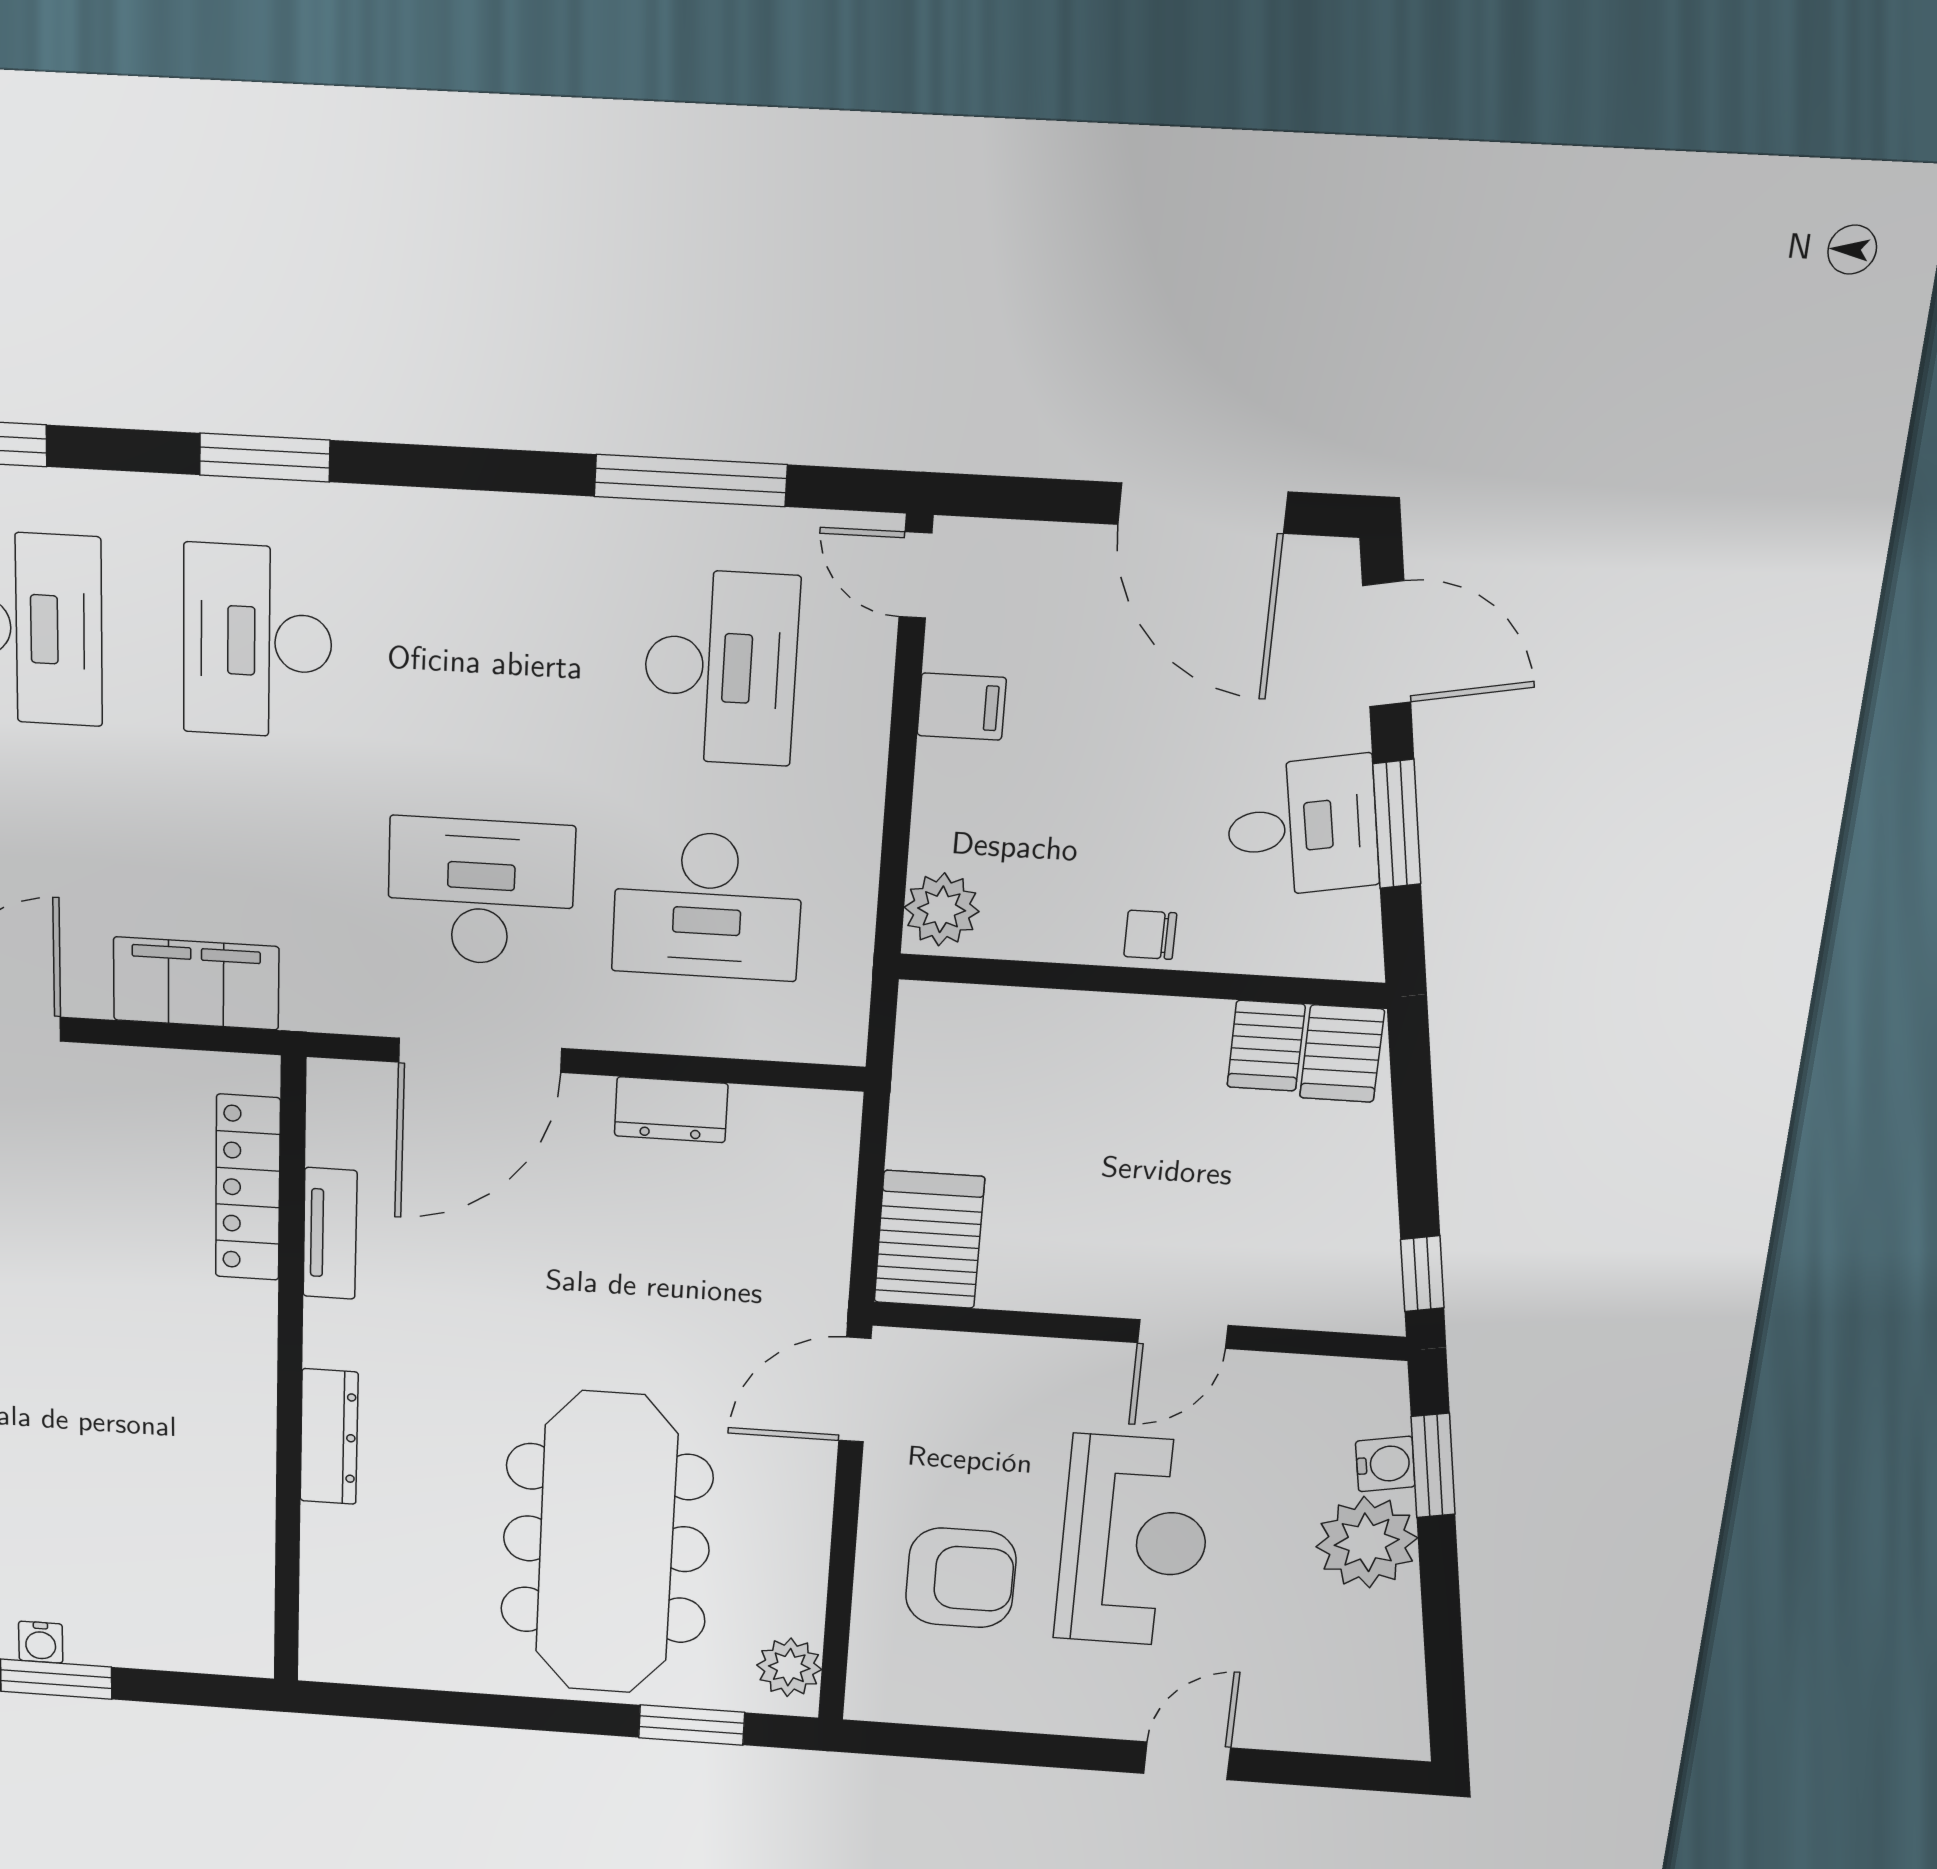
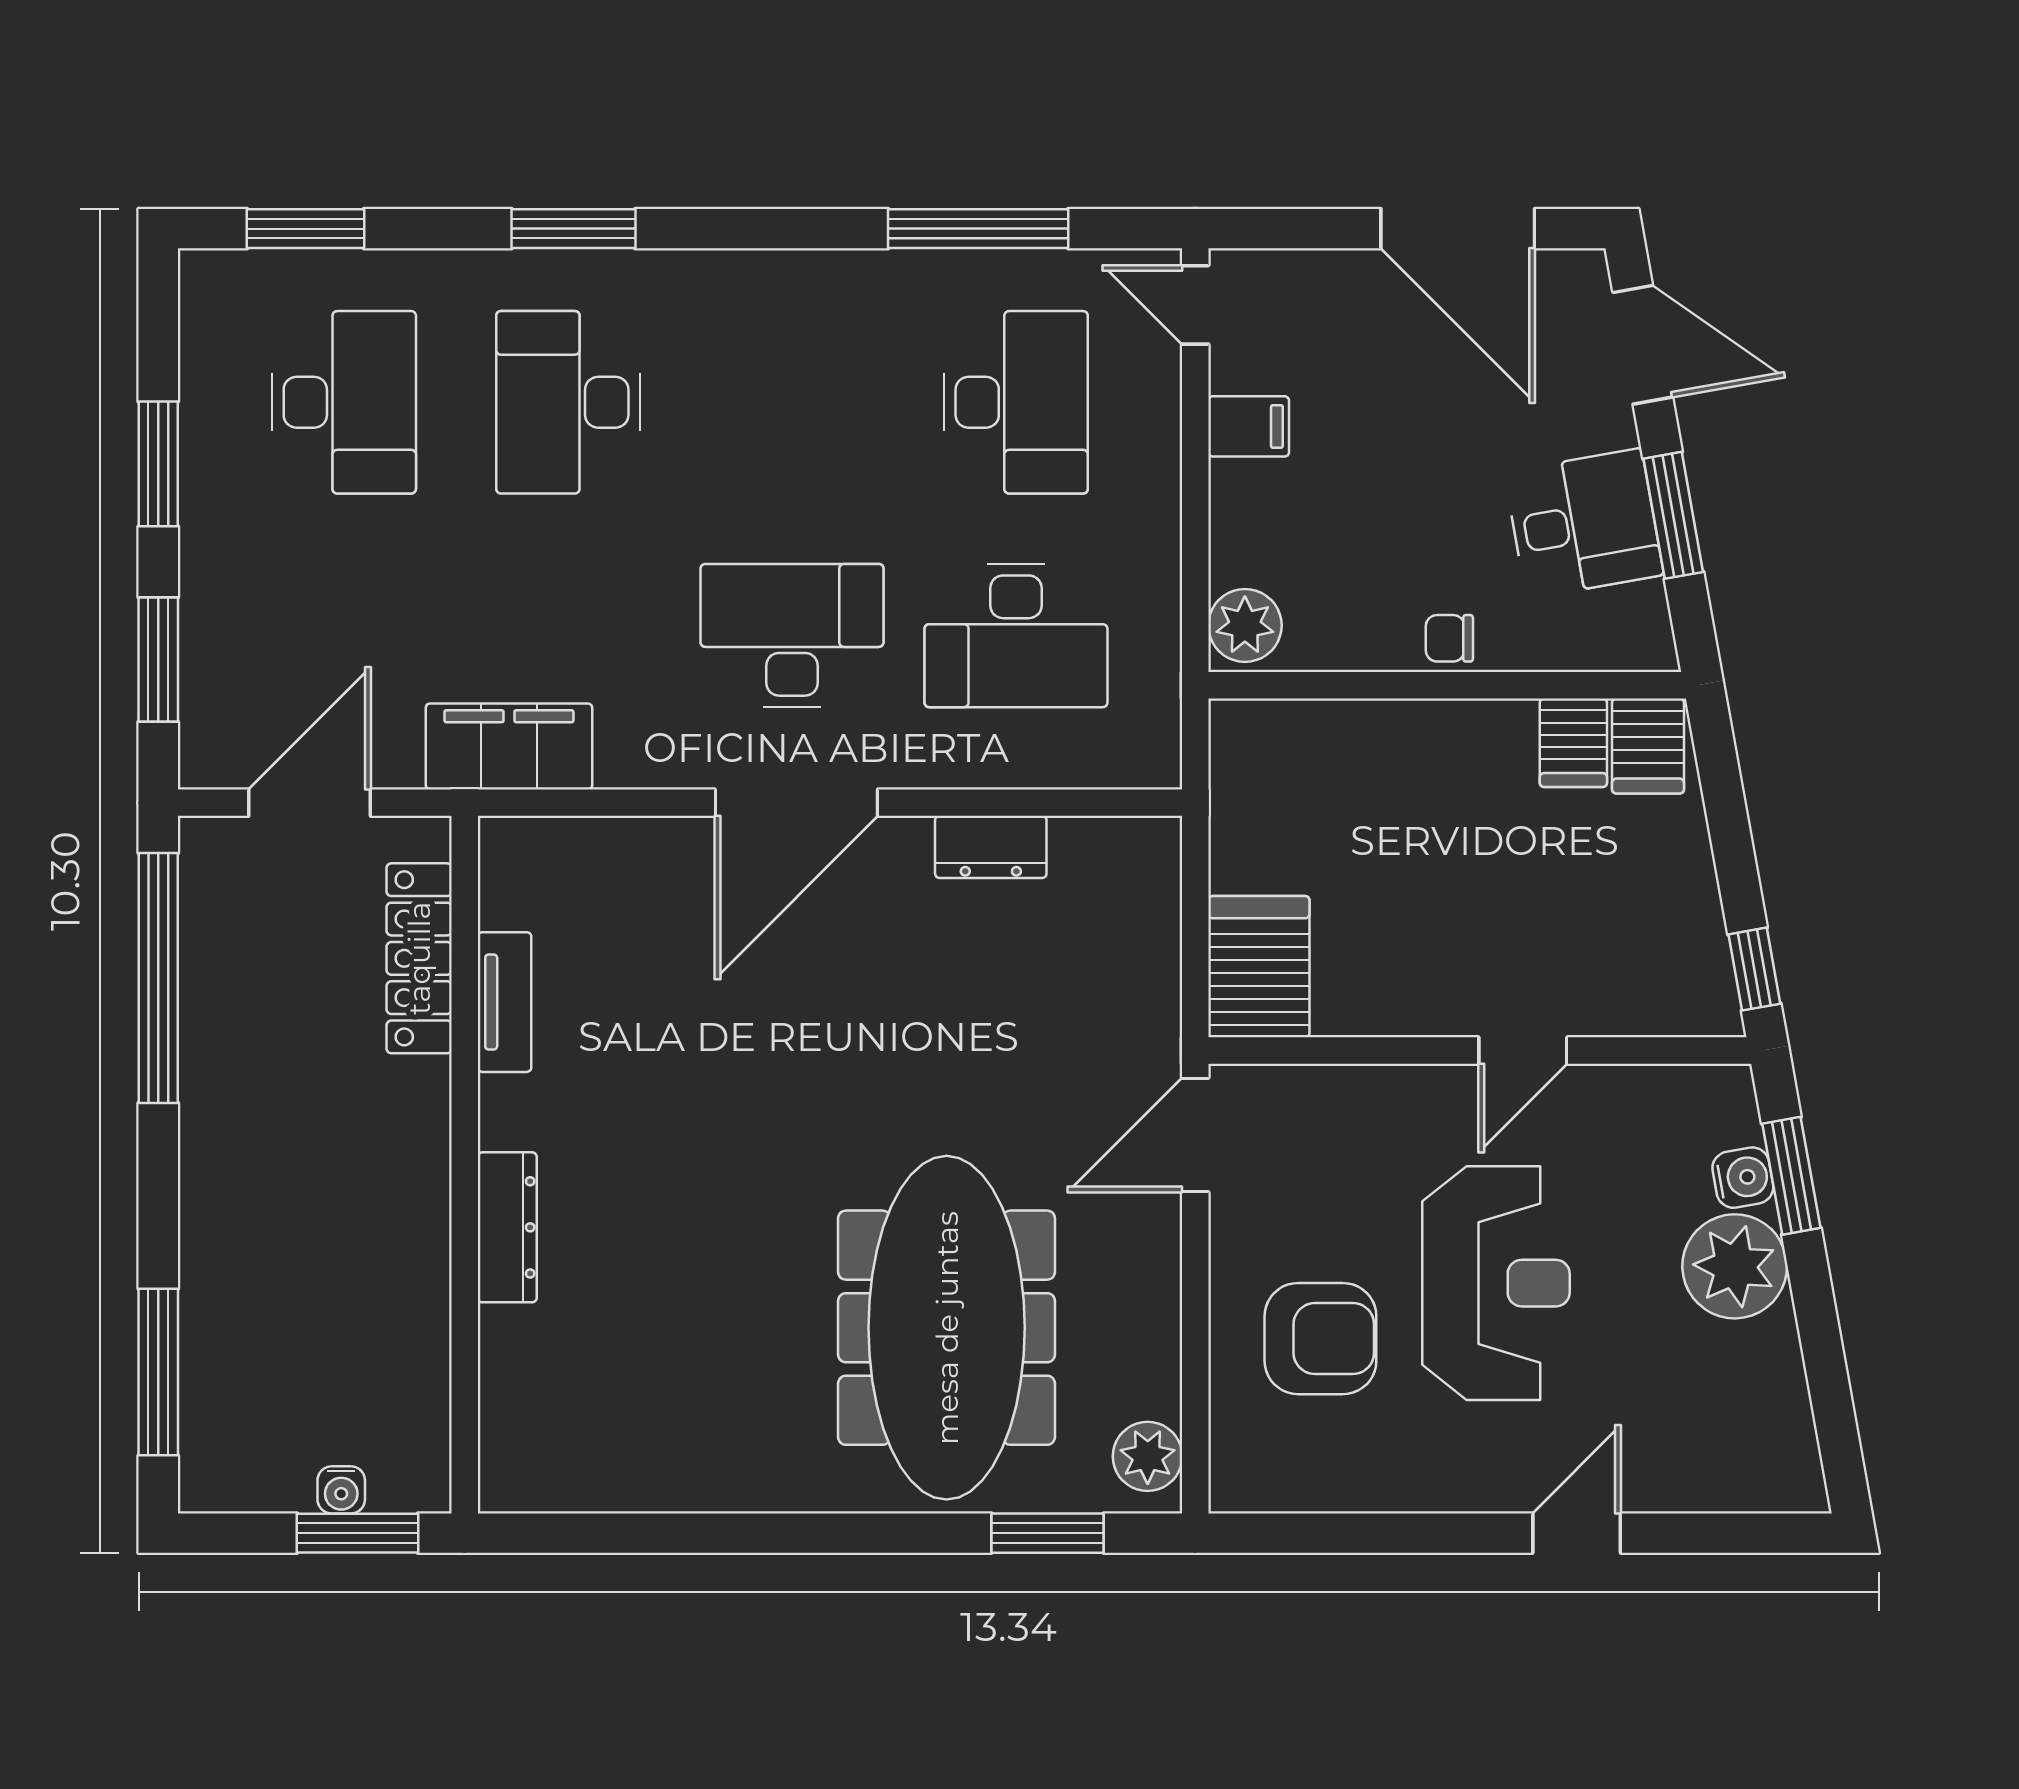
locker: (248, 1188) -> (419, 958), moved
tv unit: (330, 1234) -> (505, 1002), moved
wall: (290, 1378) -> (465, 1165), moved
dresser: (329, 1437) -> (507, 1227), moved

